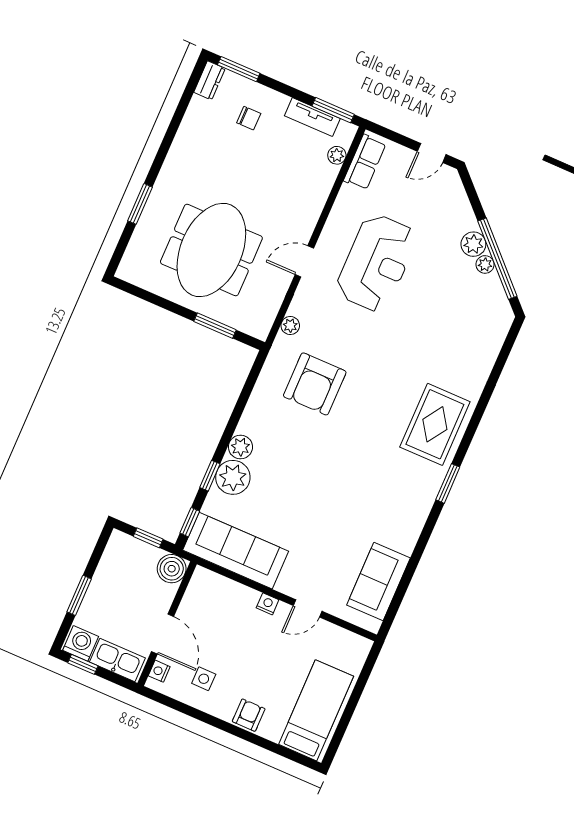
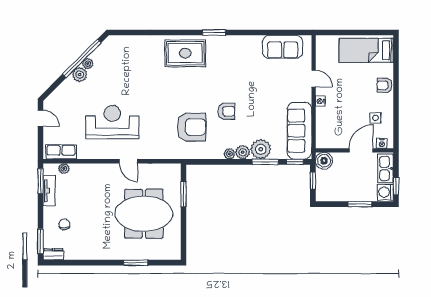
plant: (290, 325) -> (229, 154), moved
armchair: (316, 449) -> (226, 111), added
window: (210, 476) -> (265, 162), width x1.50

